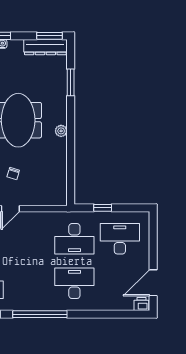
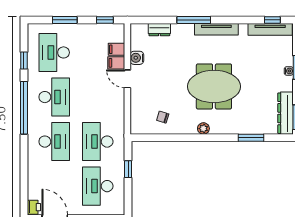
chair: (13, 174) -> (163, 117), moved
desk: (120, 239) -> (98, 186), turned 180
desk: (29, 283) -> (54, 97), added

